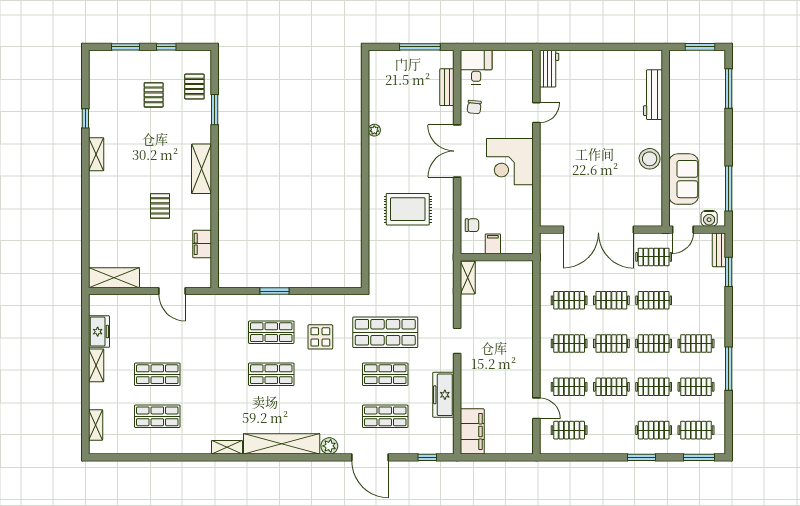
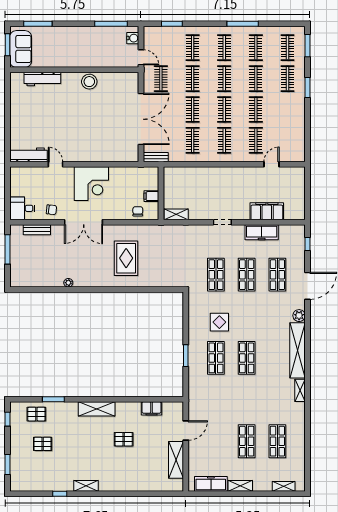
window: (166, 47) -> (8, 419), moved
workbench: (549, 69) -> (29, 155), width x1.38
sofa: (684, 179) -> (21, 49), moved, turned 90
bench: (719, 250) -> (156, 157), moved
shelving: (114, 278) -> (176, 460), moved
freezer: (99, 332) -> (211, 484), width x1.40
shop shelf: (385, 332) -> (216, 275), width x0.70, depth x0.74
clothes rail: (569, 430) -> (193, 48), moved
filing cabinet: (472, 431) -> (267, 211), moved

